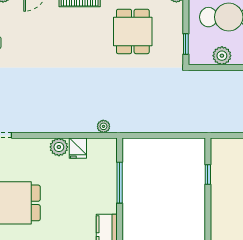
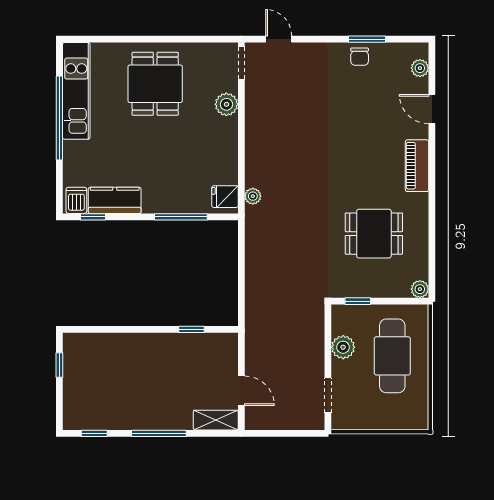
plant: (59, 147) -> (226, 104), moved
fridge: (78, 148) -> (225, 197), moved

